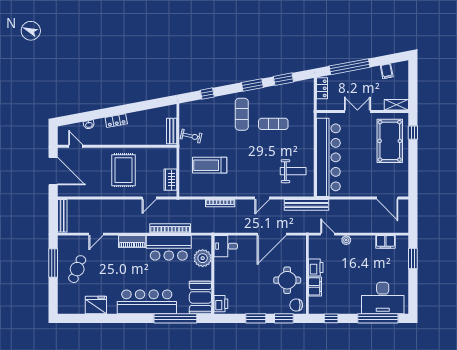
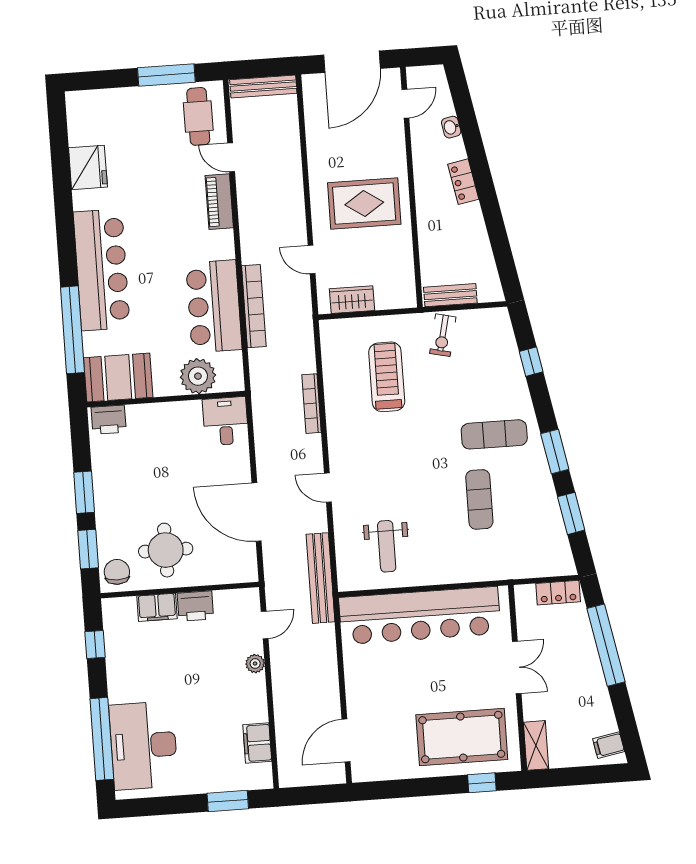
filing cabinet: (387, 71) -> (609, 745), moved
piano: (132, 241) -> (219, 202), moved
cafe table: (77, 269) -> (198, 116), moved, turned 68

